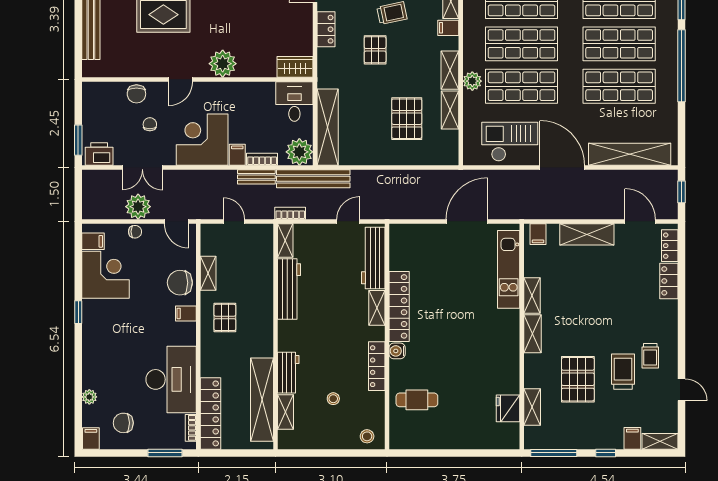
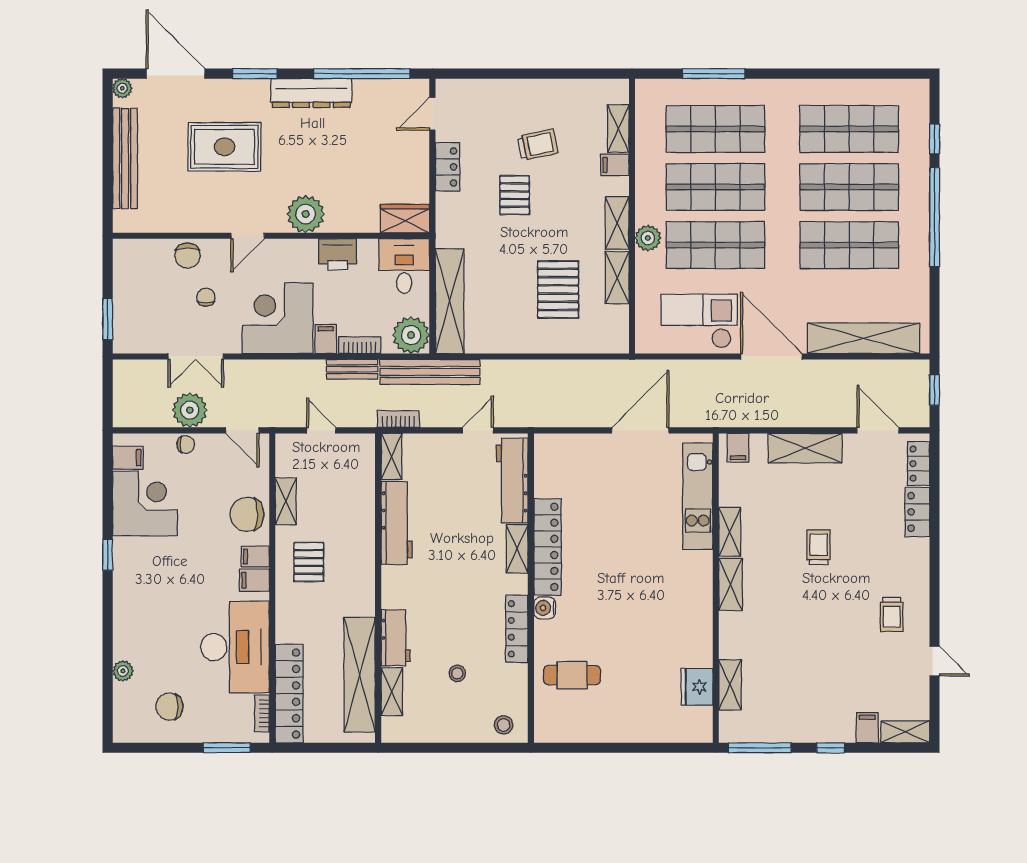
printer: (99, 154) -> (338, 254), moved, turned 180
trolley: (623, 372) -> (819, 547), moved, width x0.73, depth x0.72
pallet: (578, 379) -> (793, 647), removed
filing cabinet: (91, 438) -> (254, 580), moved, turned -90

